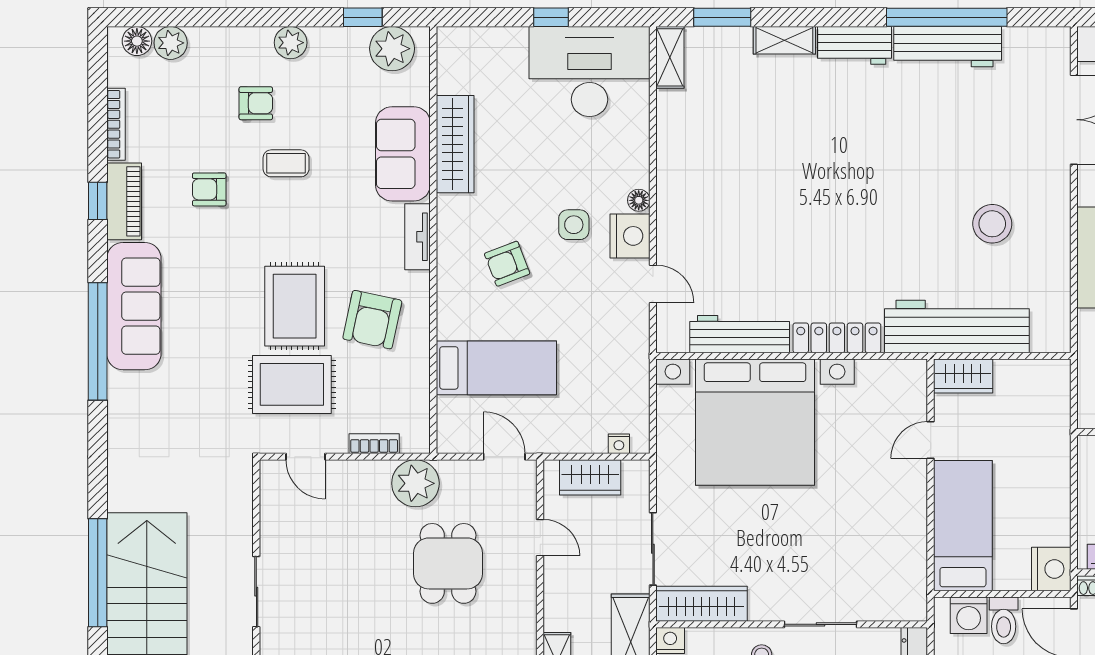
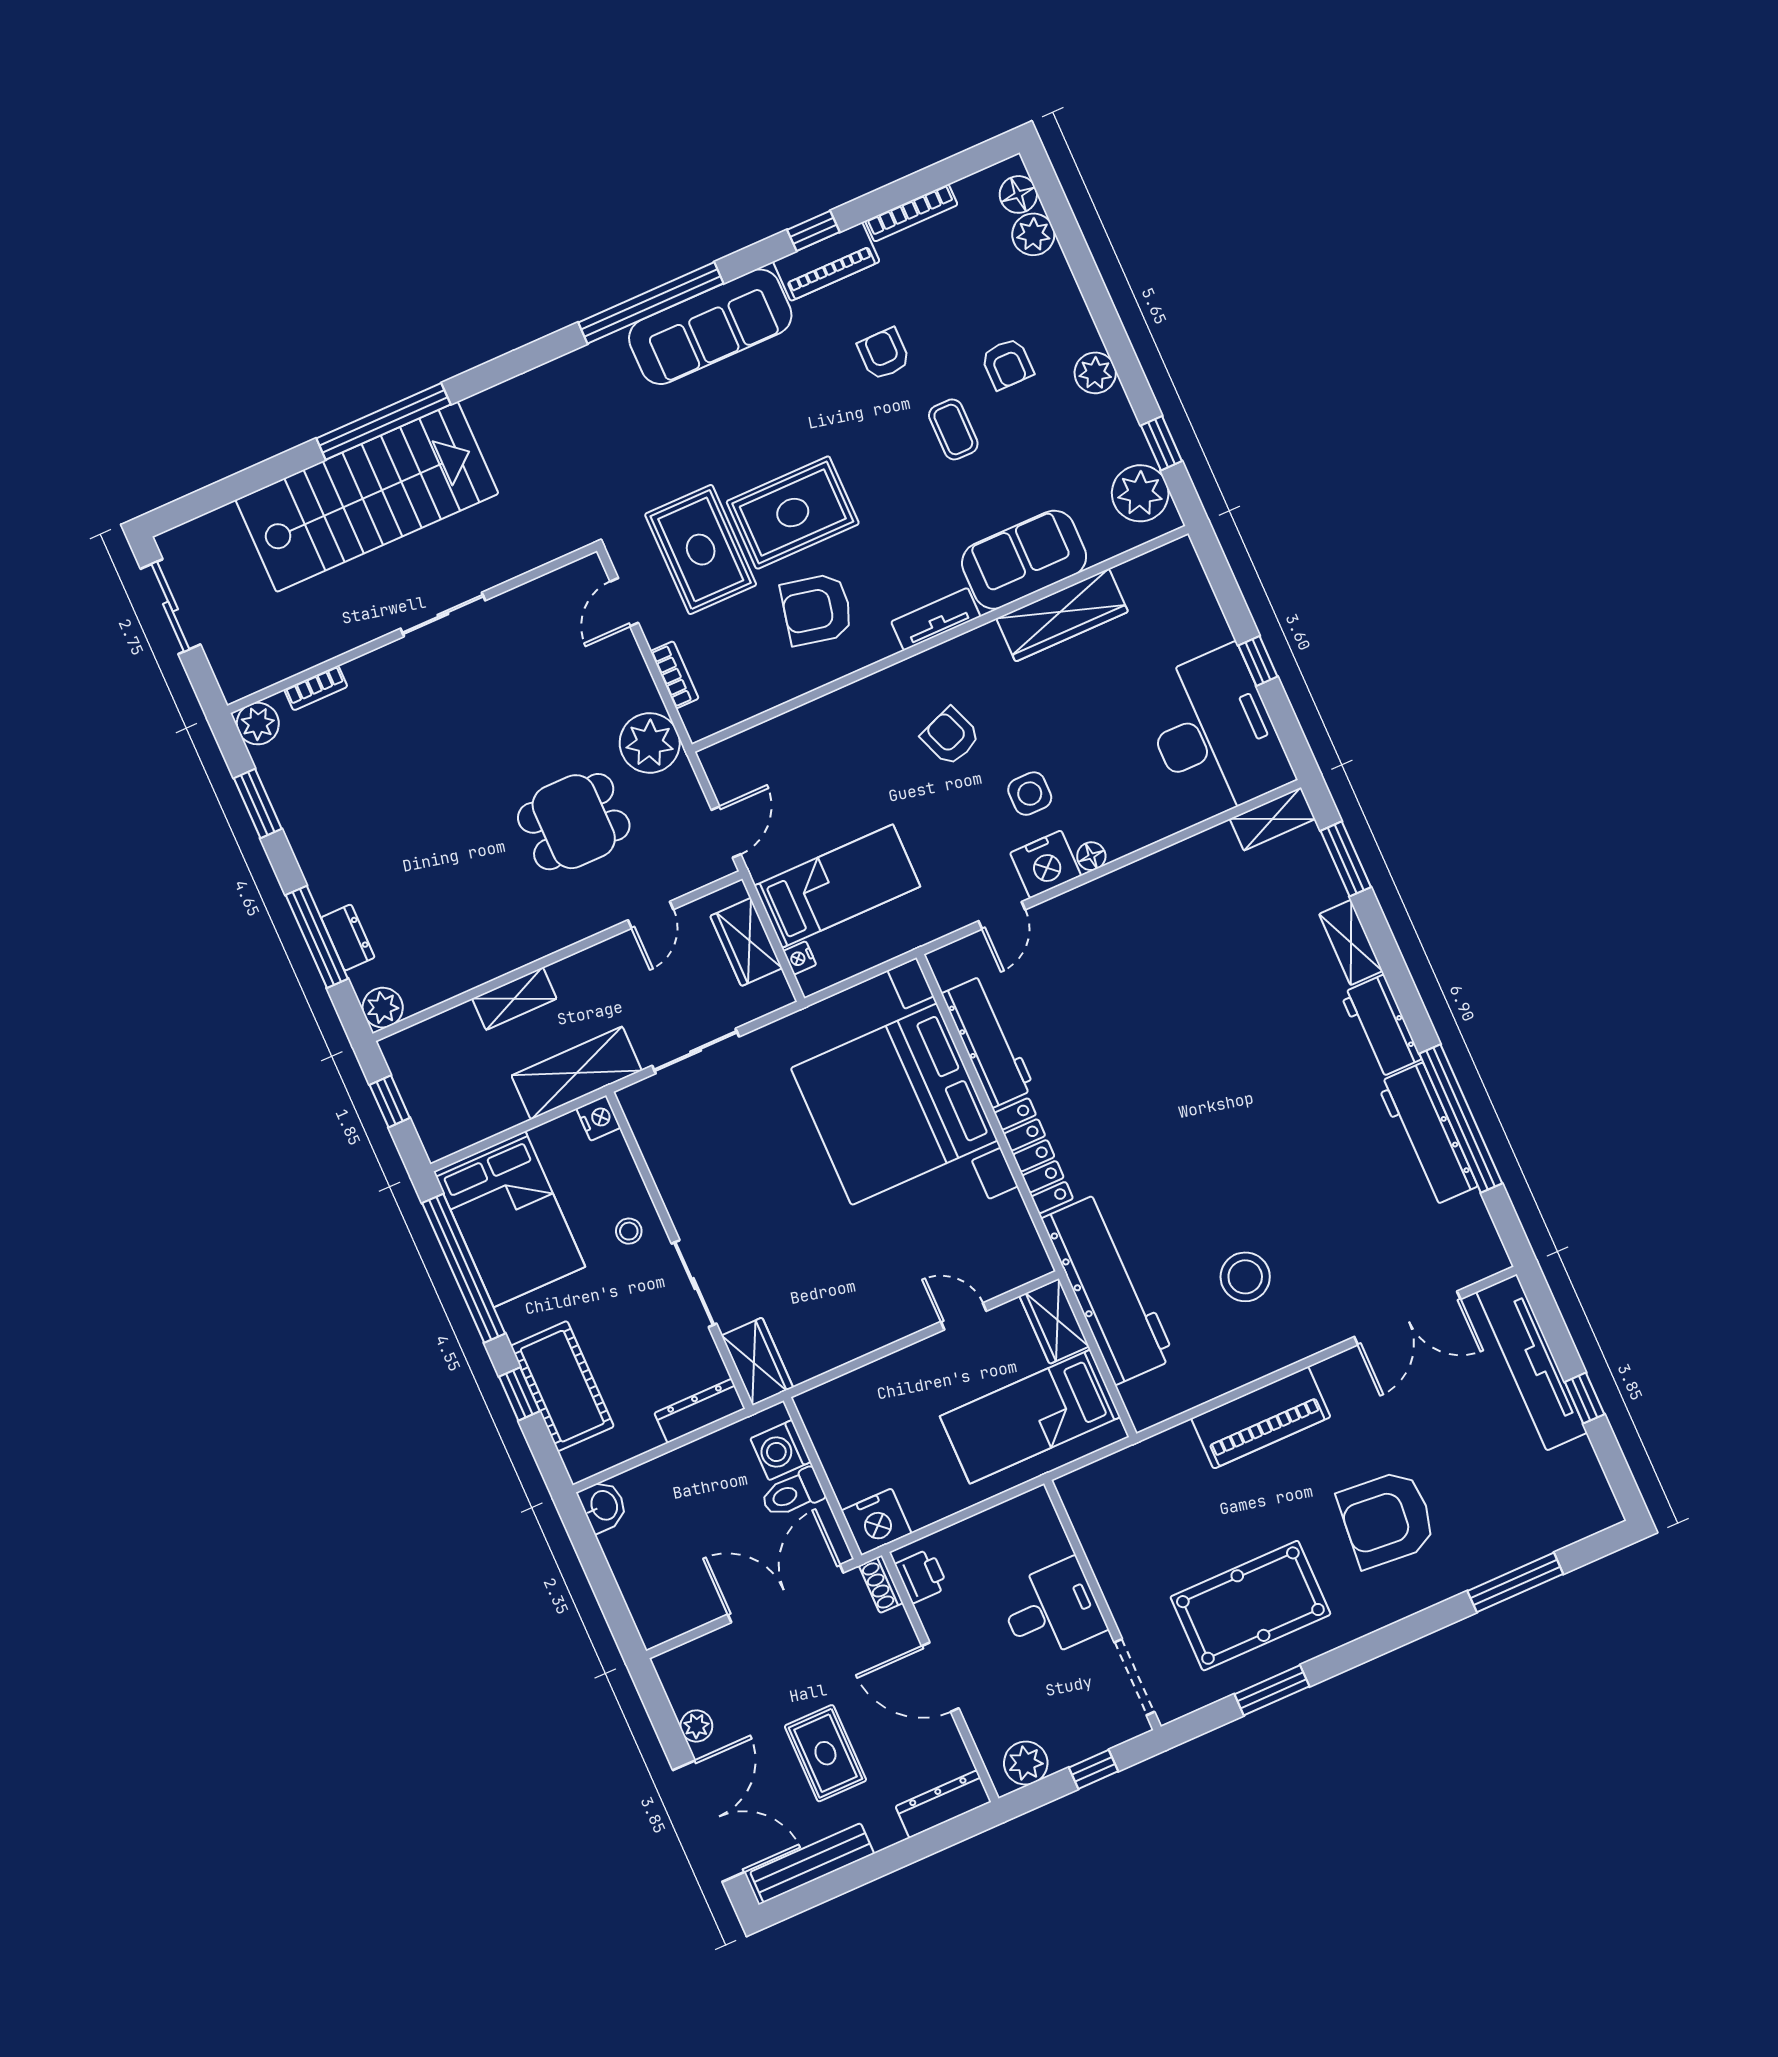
bed: (496, 368) -> (837, 886), moved, turned -90
bed: (963, 526) -> (1030, 1417), moved, turned 180
wardrobe: (702, 604) -> (757, 1361), moved, width x0.67

